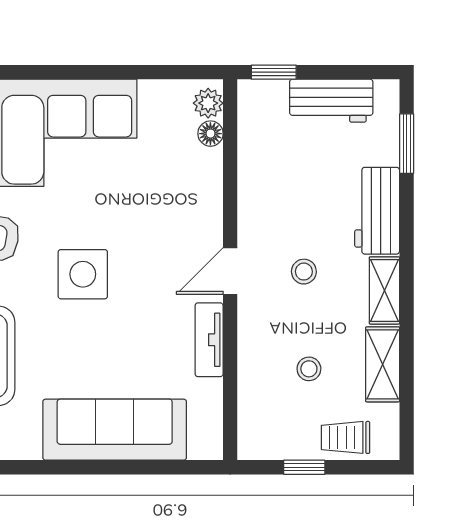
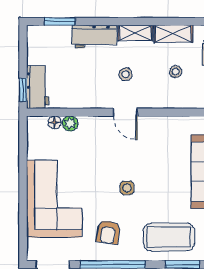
workbench: (331, 101) -> (38, 87), moved
plant: (208, 103) -> (70, 123), moved
side table: (83, 274) -> (127, 188), width x0.54, depth x0.54
tv unit: (209, 340) -> (161, 123), removed

